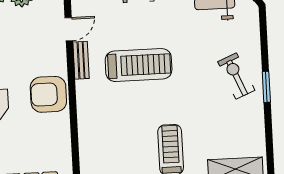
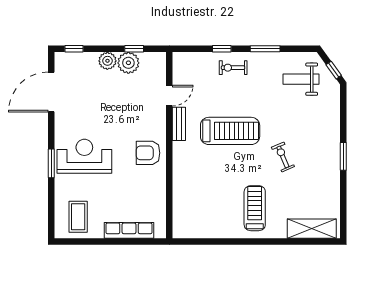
exercise bike: (236, 76) -> (283, 157), moved, width x0.73, depth x0.72
armchair: (48, 94) -> (148, 153), width x0.73, depth x0.73

